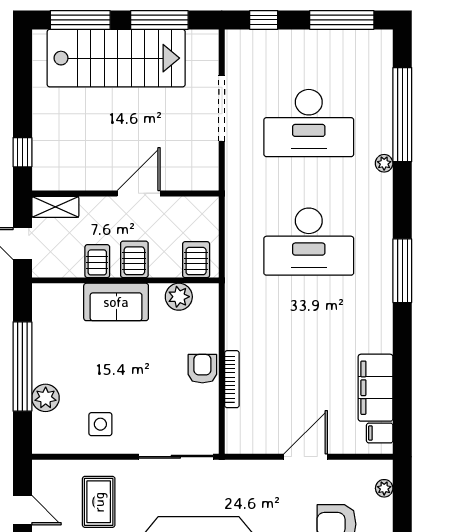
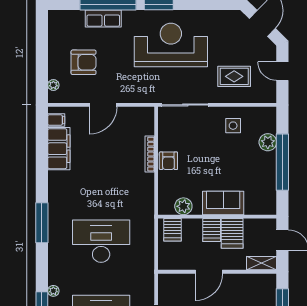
server rack: (97, 261) -> (232, 233), width x1.36, depth x1.44
rug: (99, 502) -> (234, 76), turned 90

